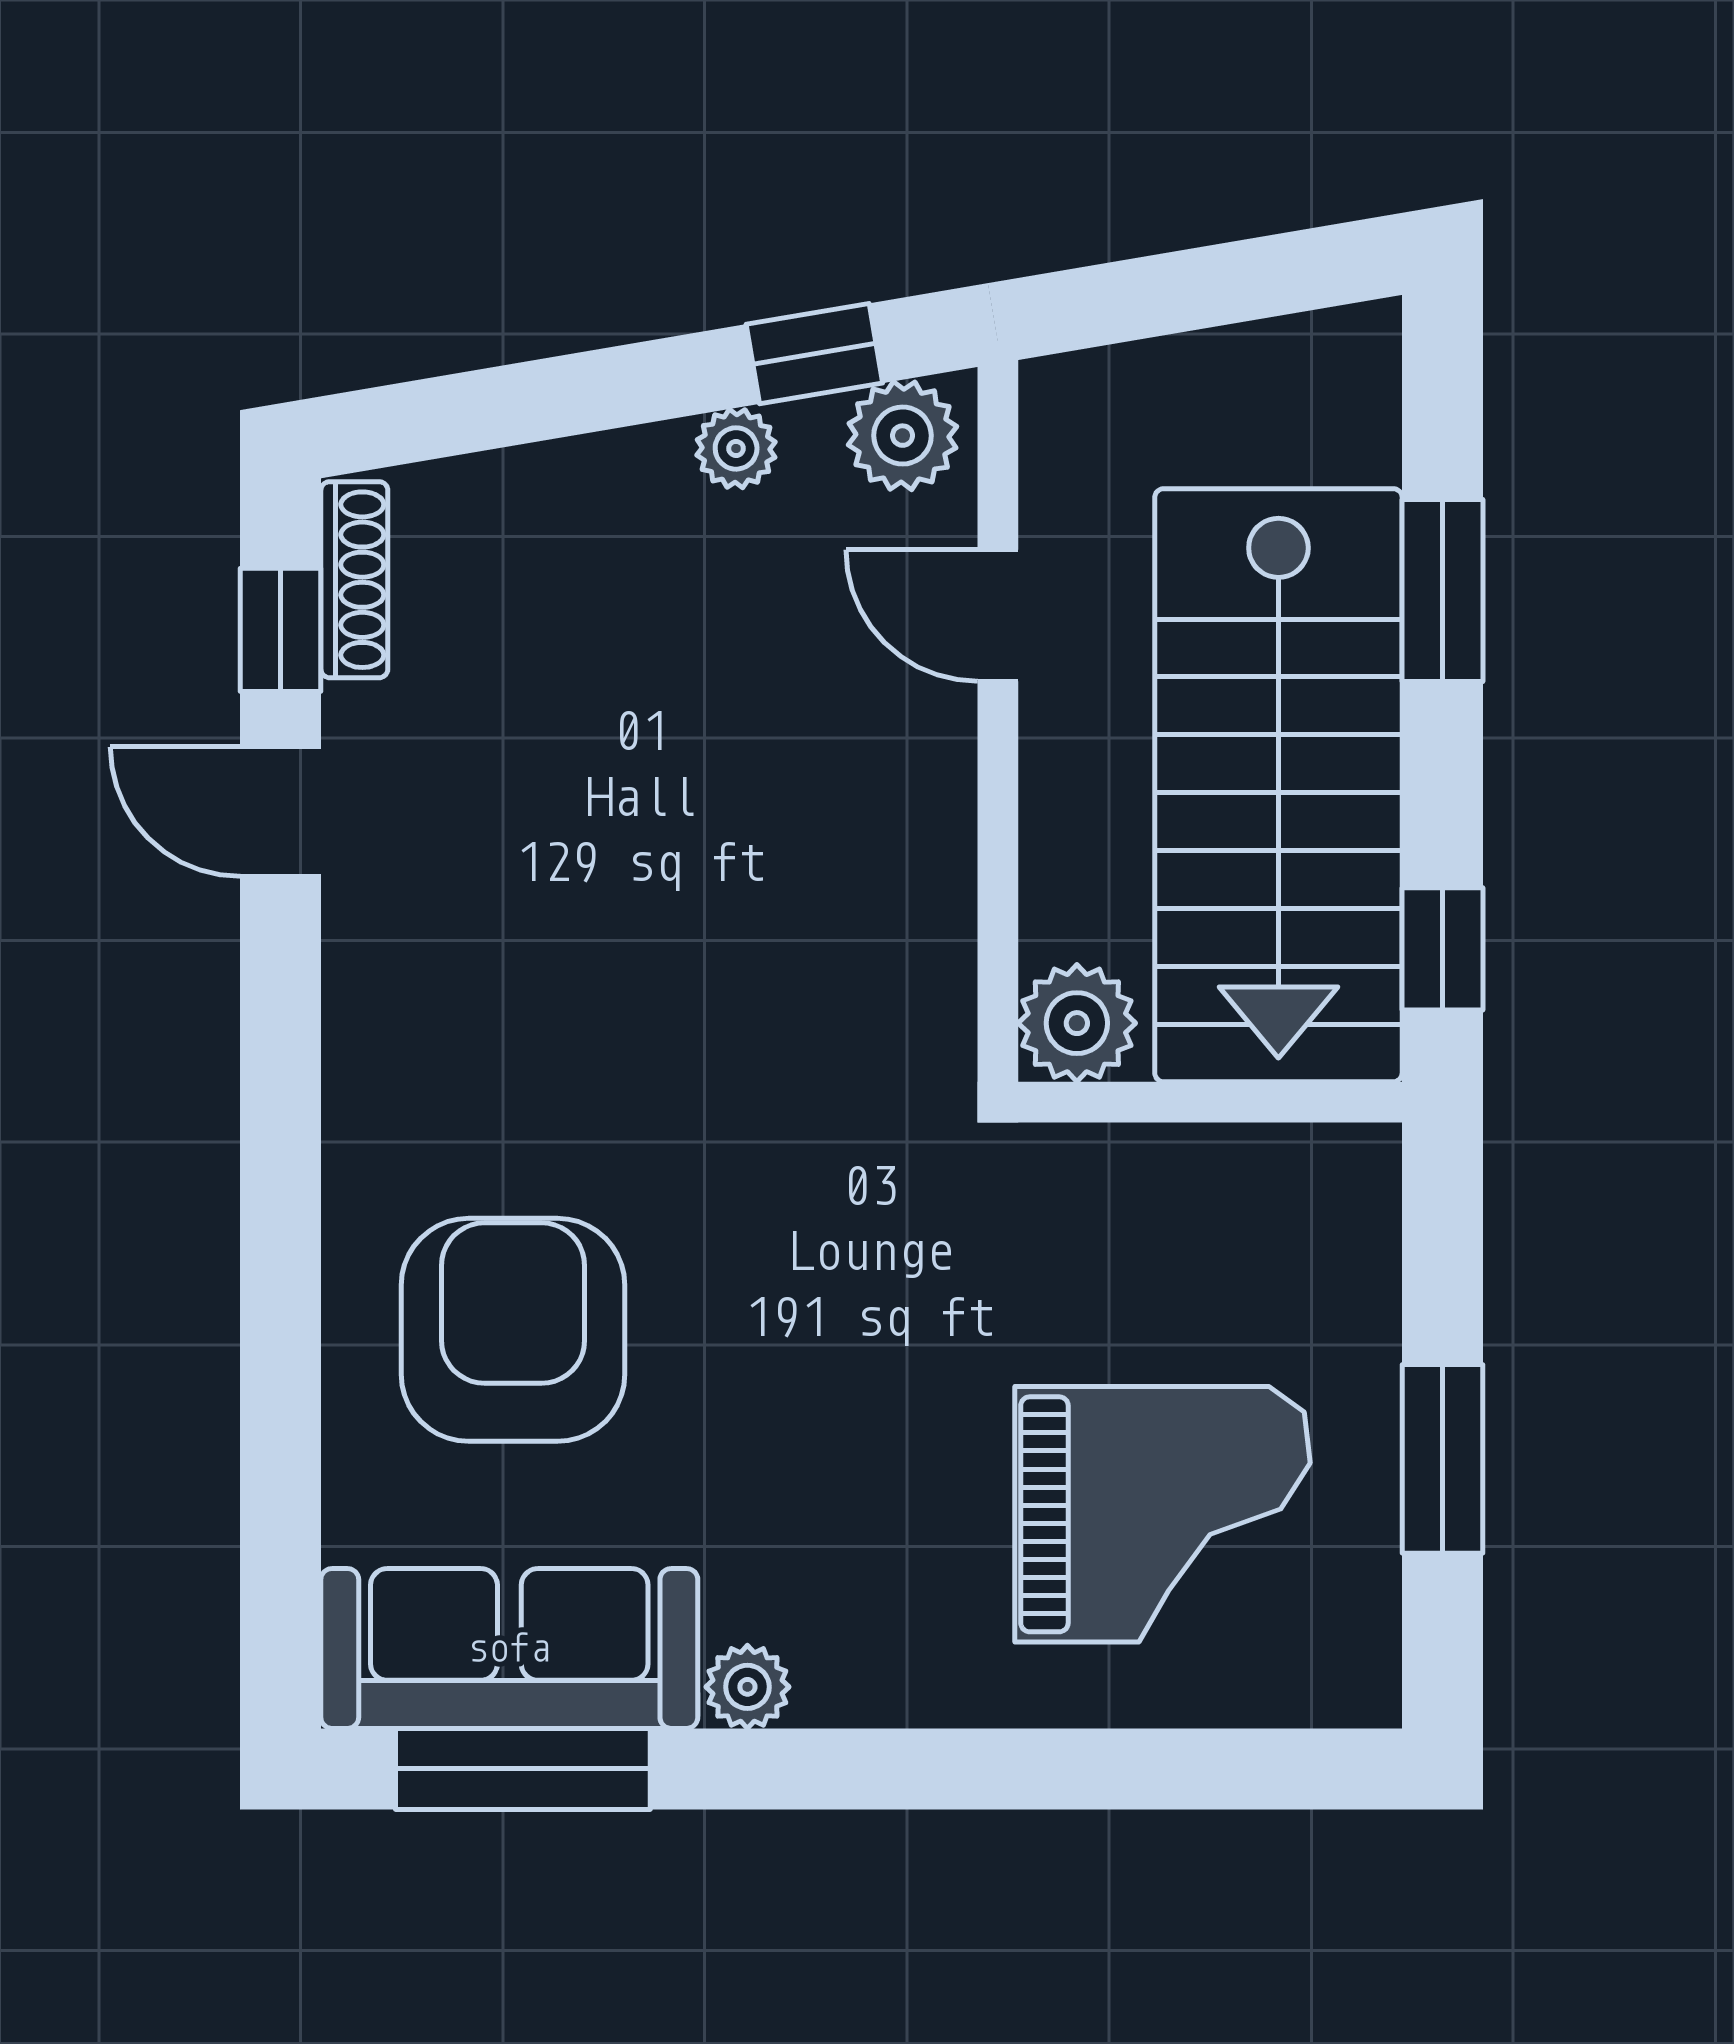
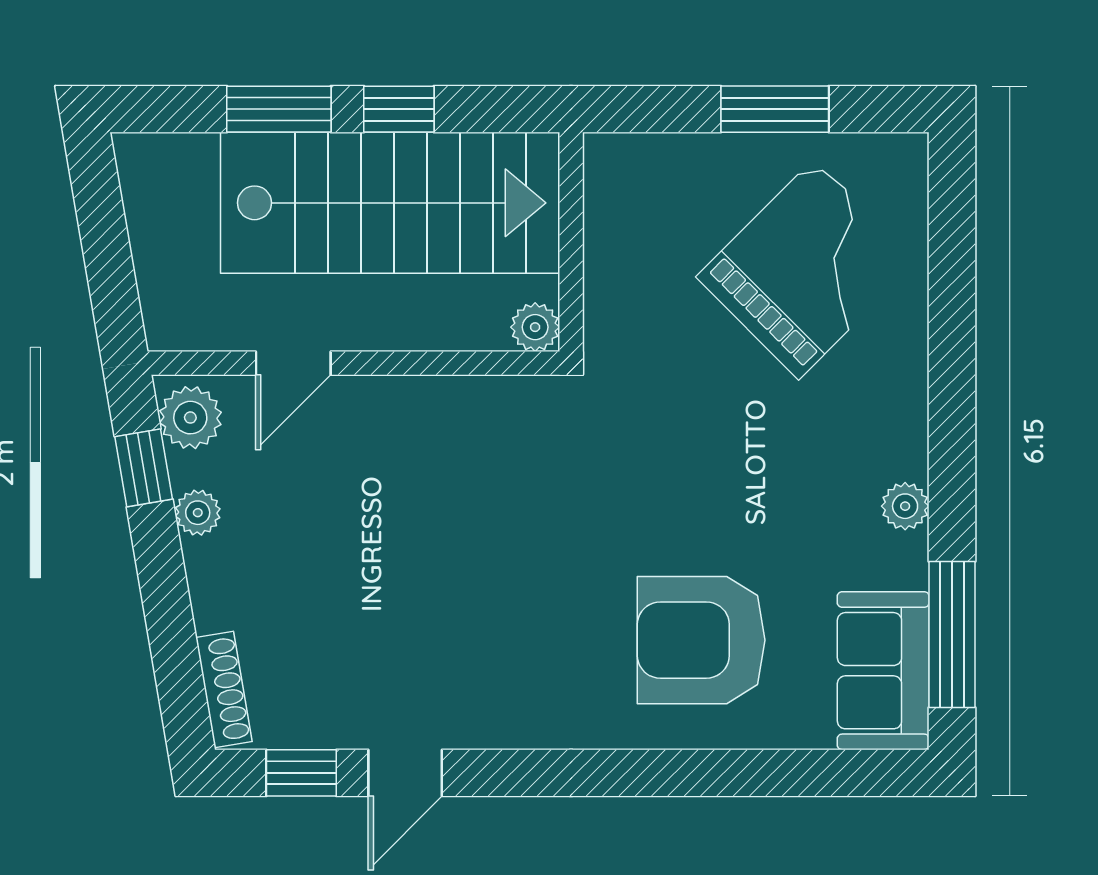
shoe rack: (354, 580) -> (224, 690), moved, turned 80
window: (1442, 949) -> (399, 109), moved
plant: (1077, 1023) -> (535, 327), width x0.73, depth x0.73
grand piano: (1163, 1514) -> (807, 269), turned 45
sofa: (509, 1648) -> (883, 671), width x0.73

